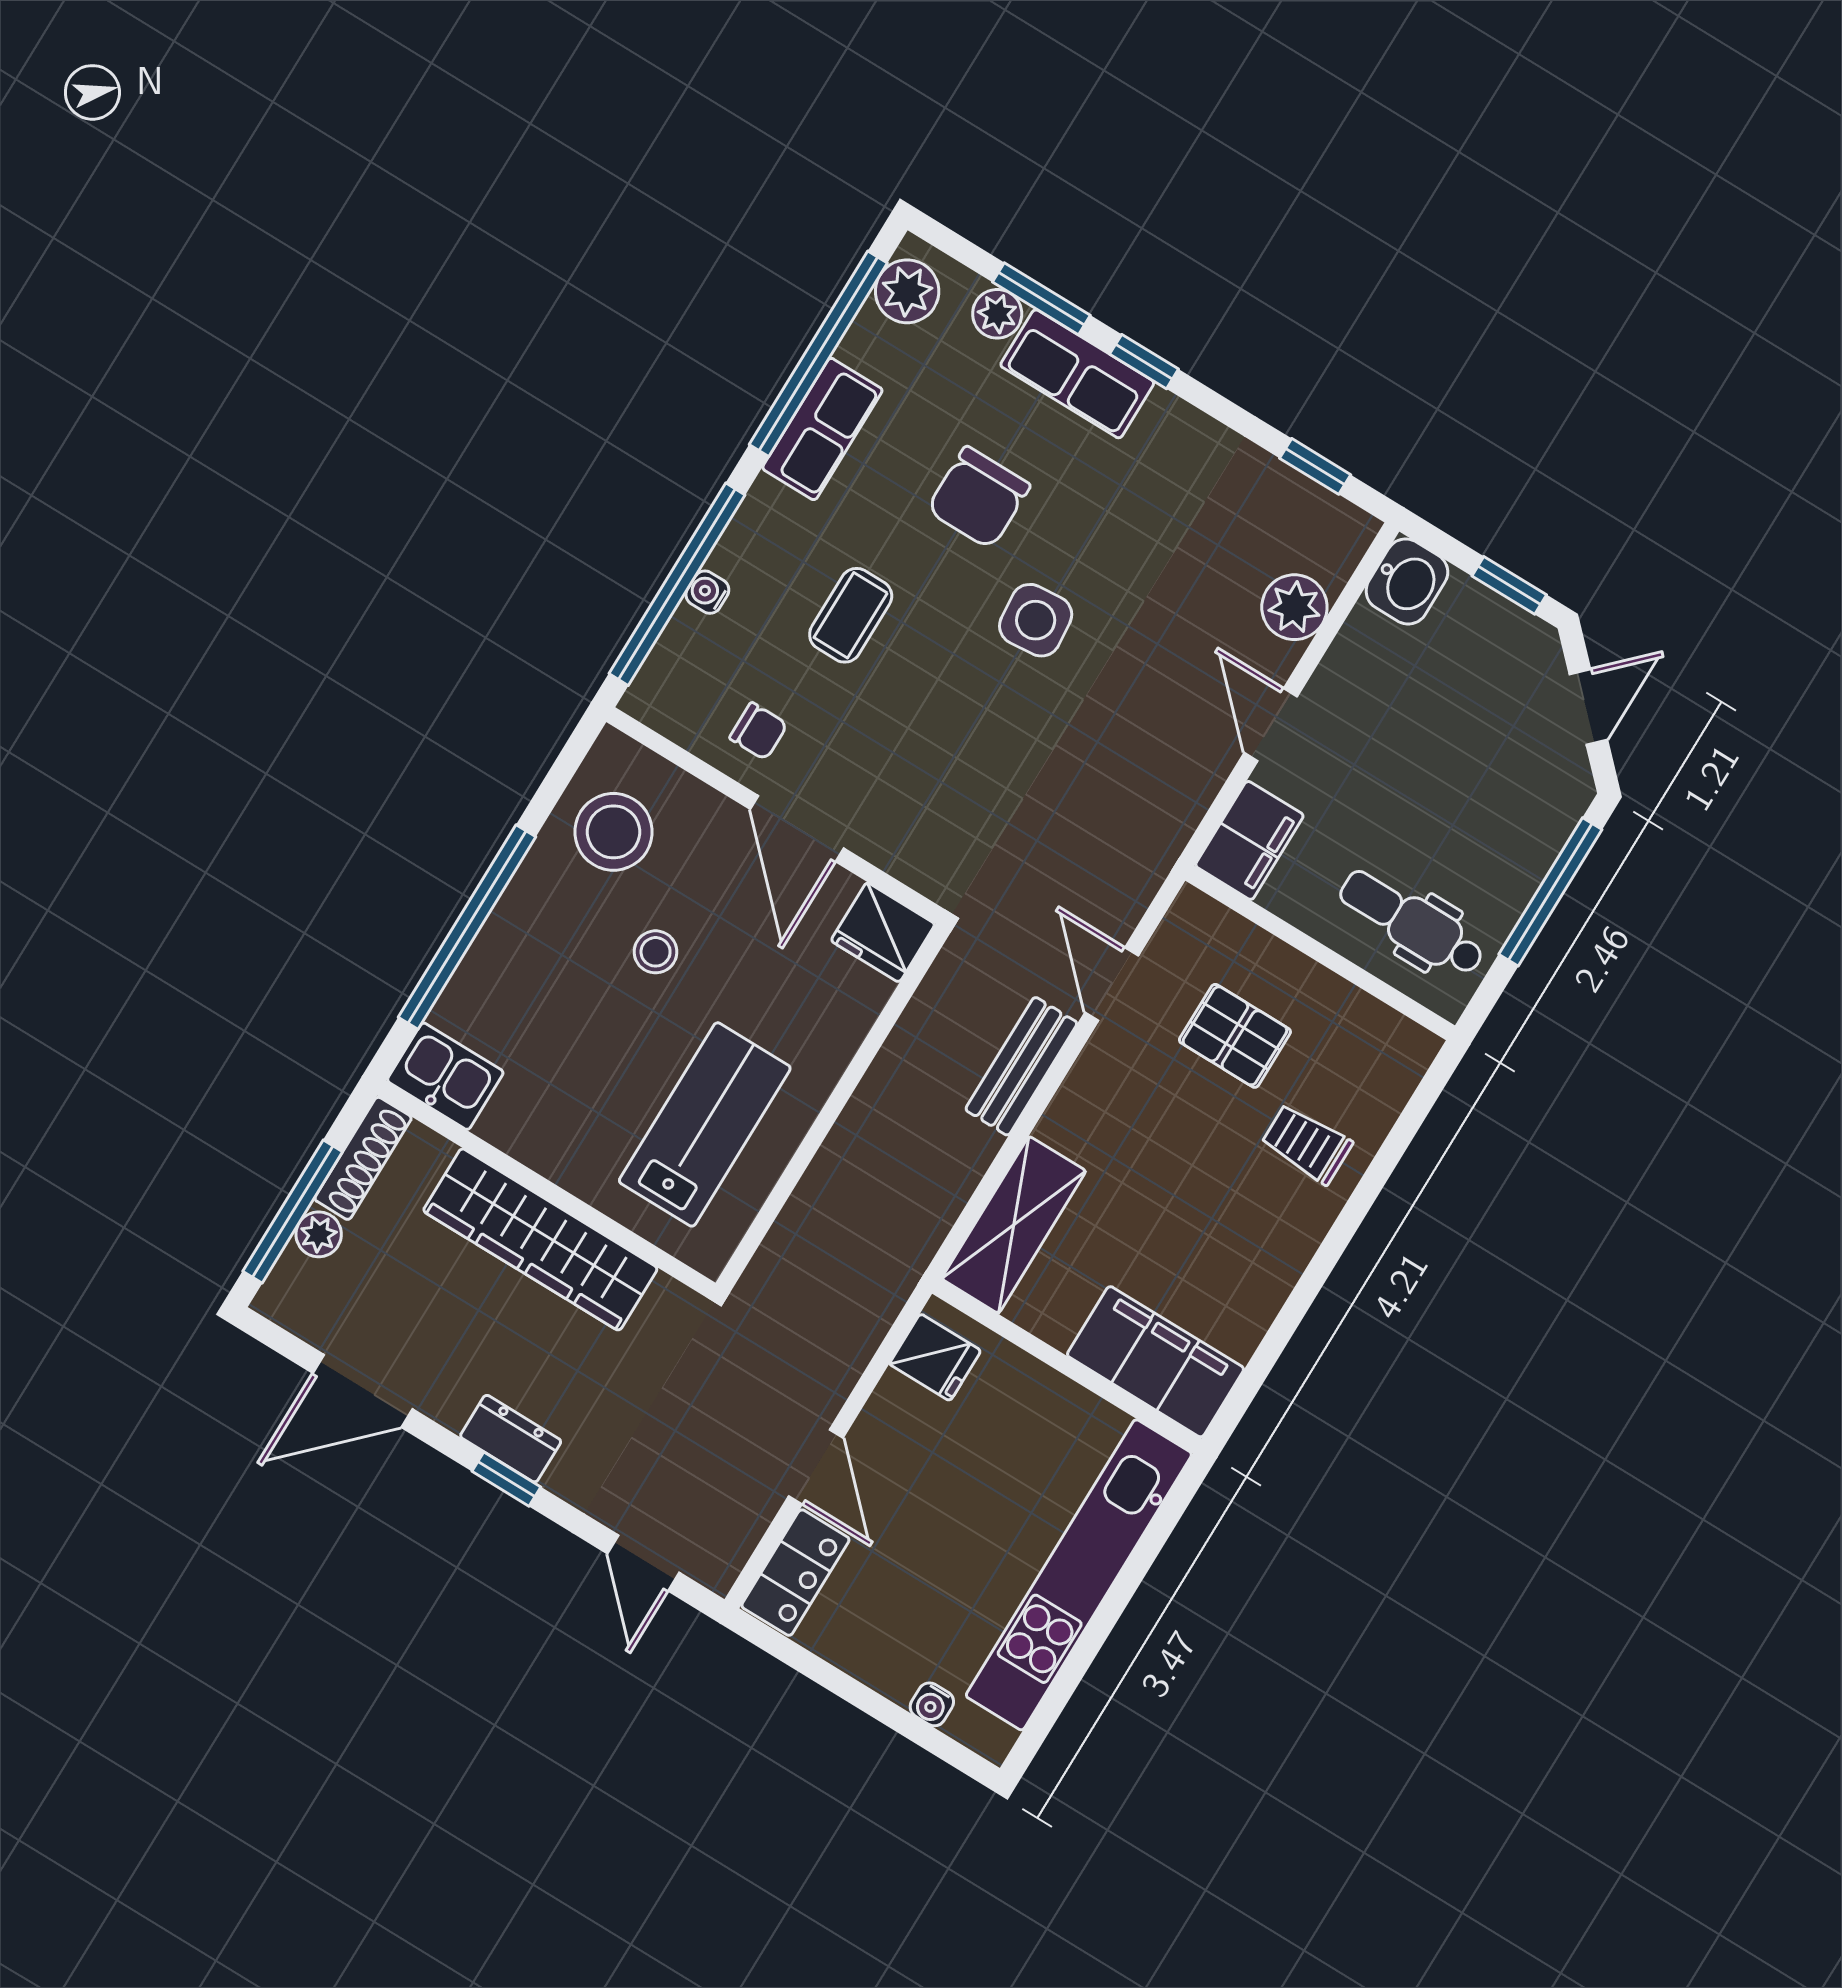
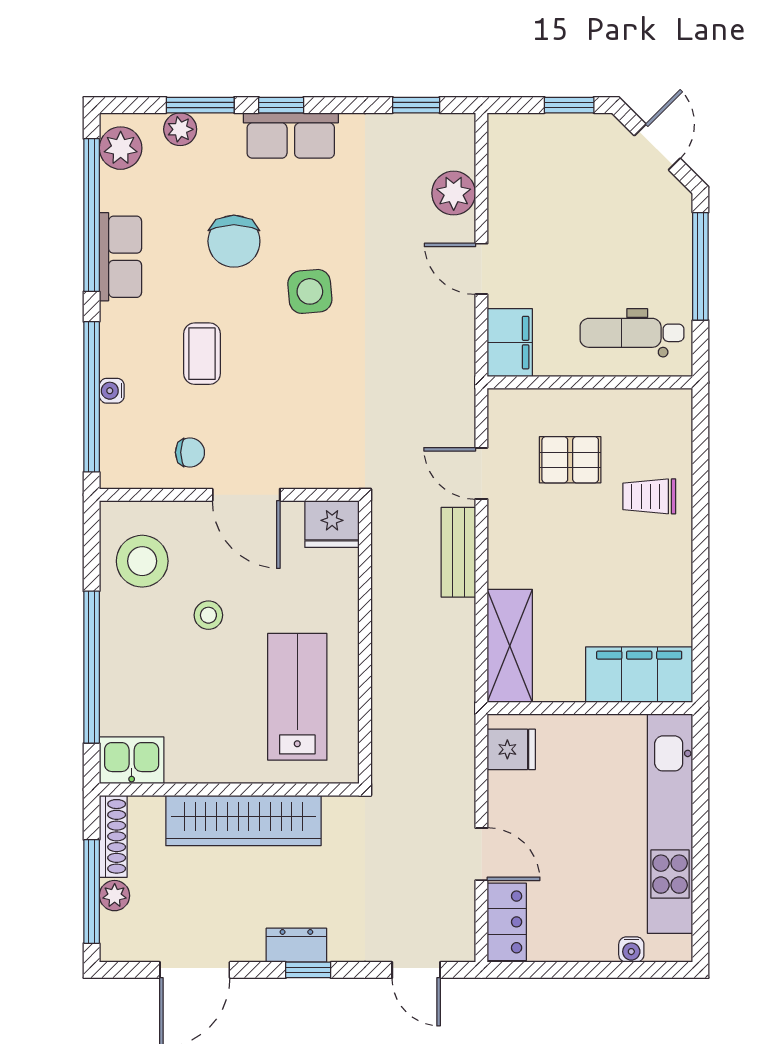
row of seats: (1077, 374) -> (291, 136), moved
washbasin: (1407, 582) -> (509, 139), removed

